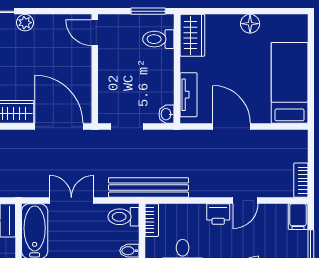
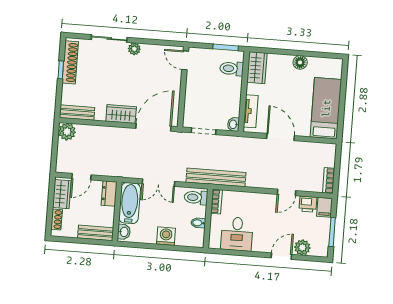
door: (59, 126) -> (153, 127), hinge flipped
double door: (71, 201) -> (158, 183), swing flipped
printer: (218, 214) -> (308, 204), moved

